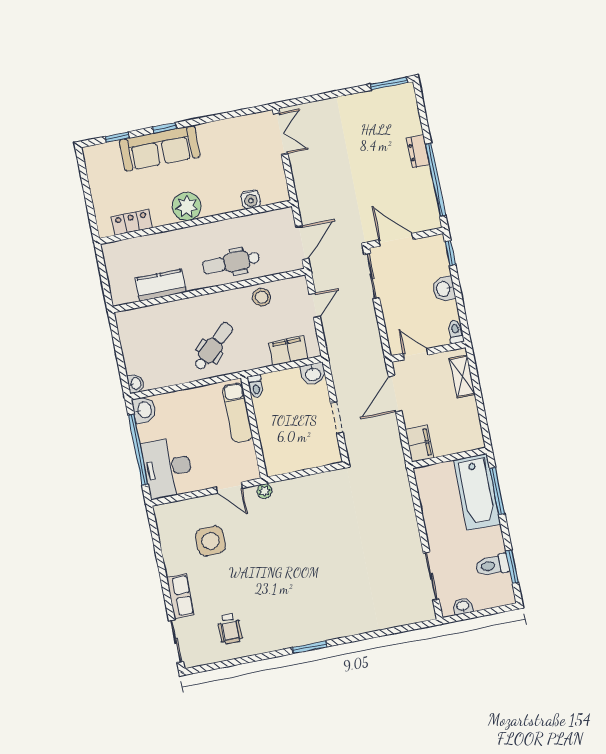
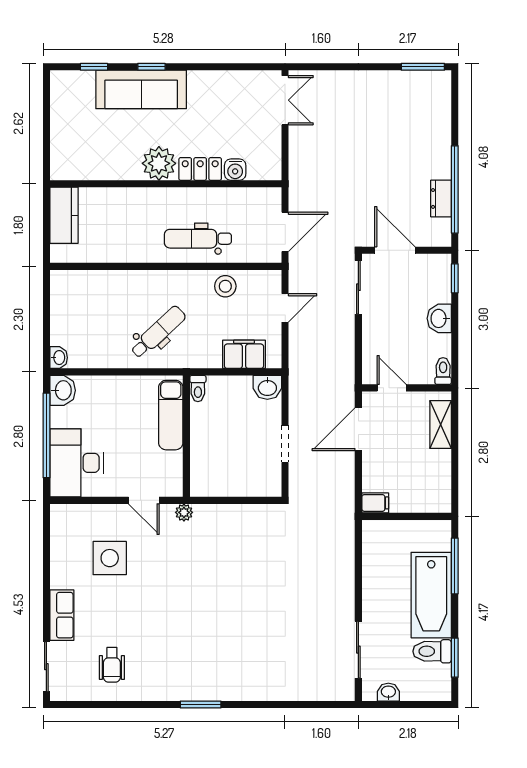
dresser: (418, 151) -> (441, 198), moved
locker: (132, 222) -> (200, 169), moved
kitchen counter: (161, 285) -> (64, 215), moved, turned 90
filing cabinet: (419, 444) -> (375, 503), width x0.50
bathtub: (477, 492) -> (431, 595), moved

